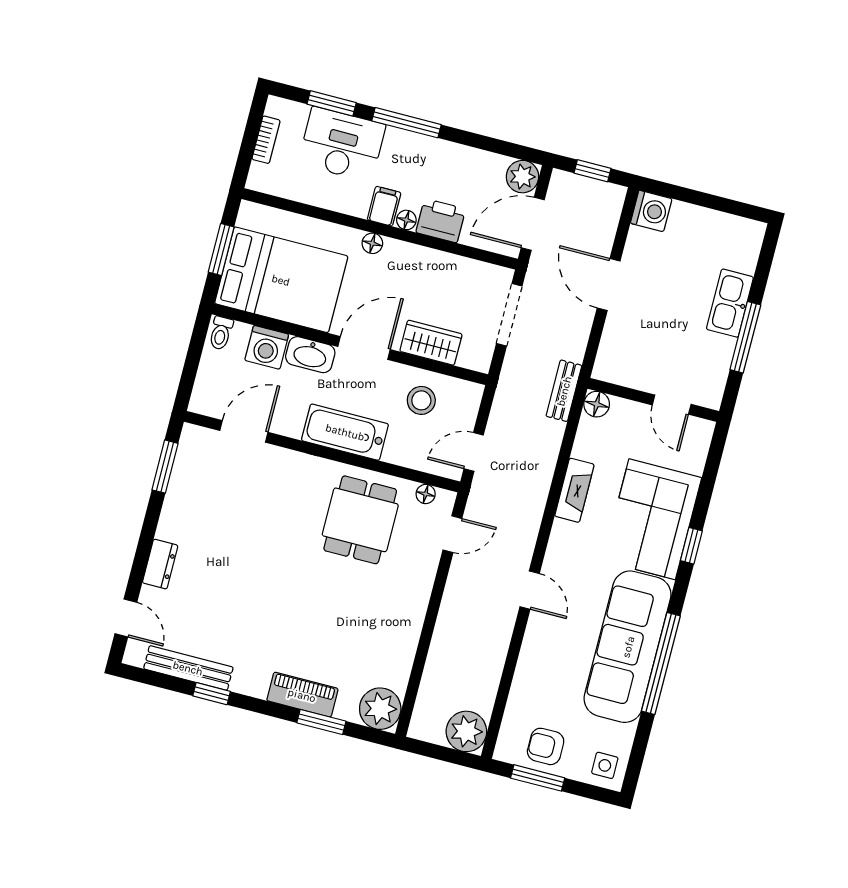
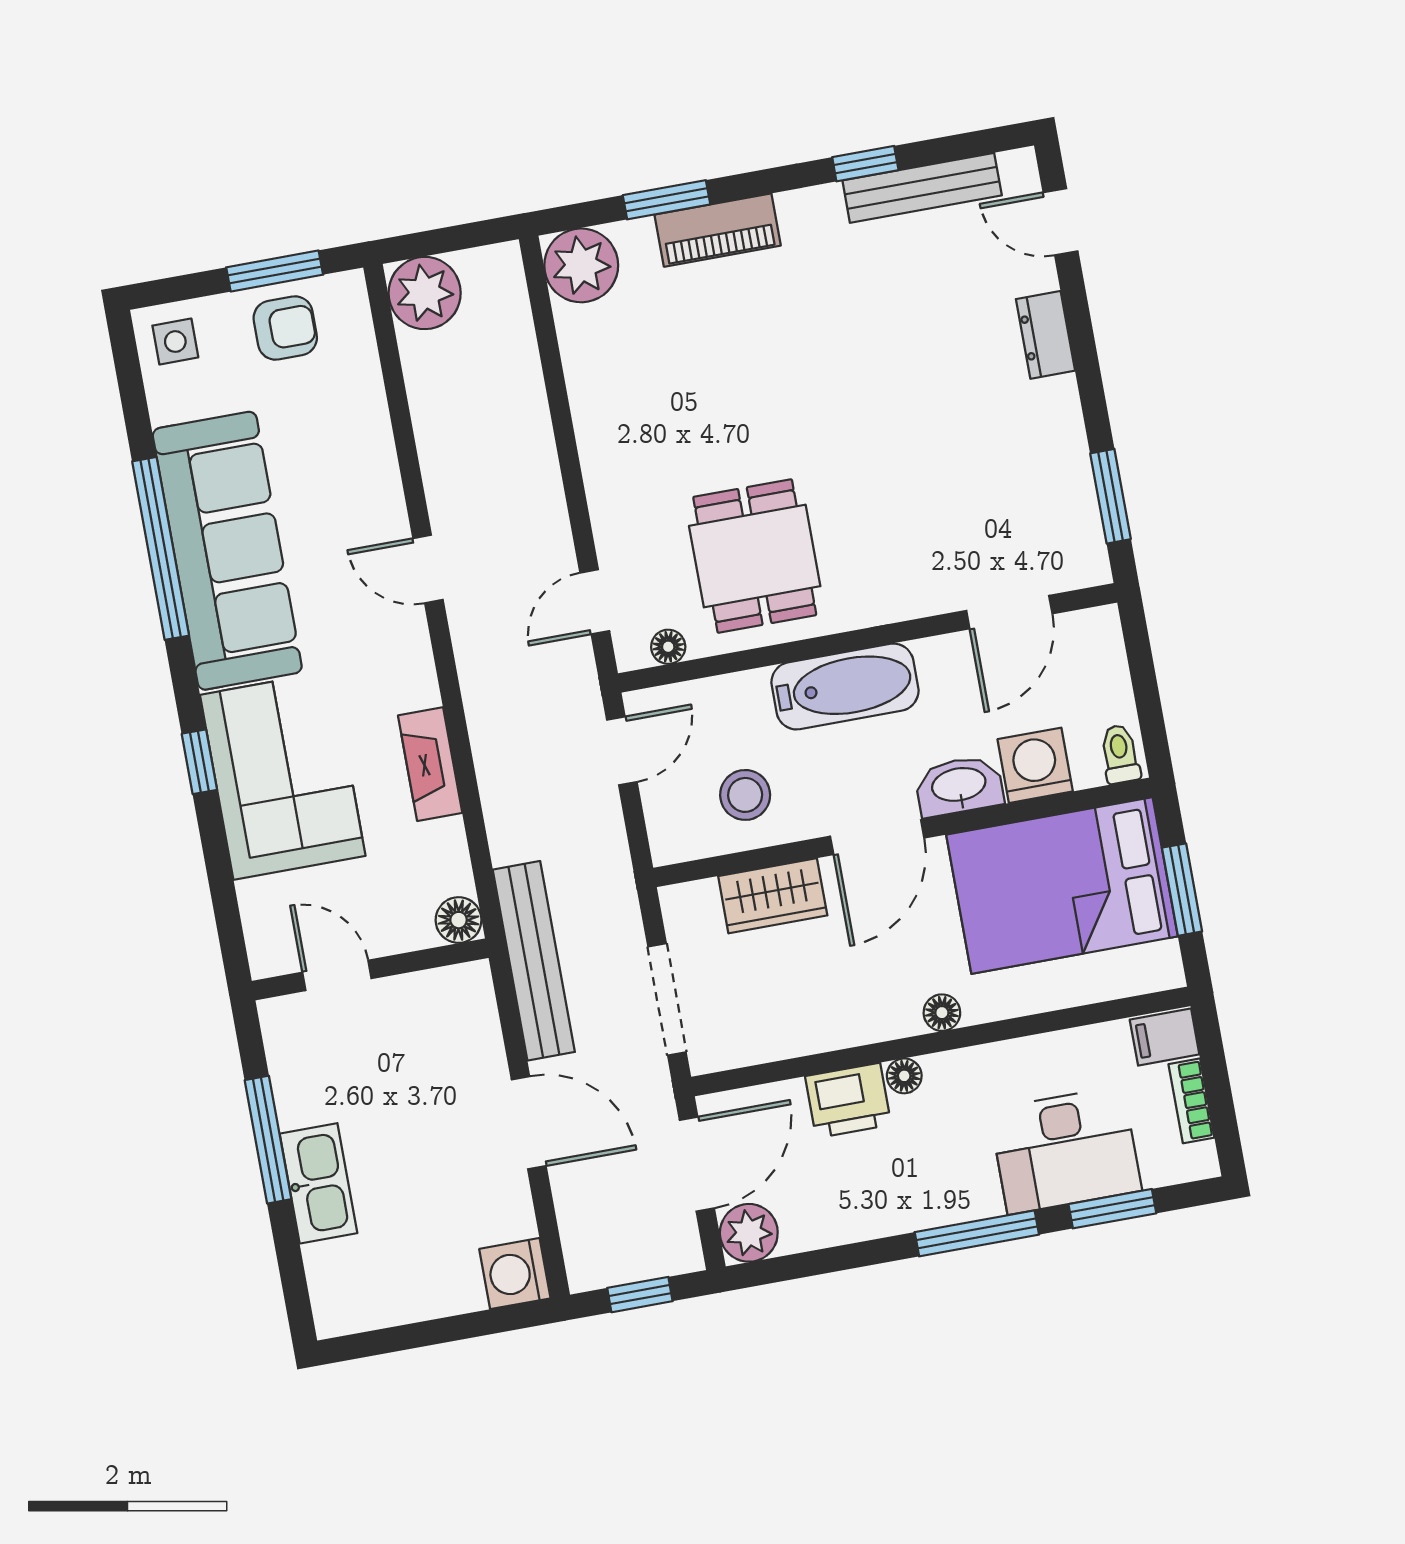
filing cabinet: (384, 206) -> (1165, 1037), moved, turned 90
bench: (564, 391) -> (534, 961), width x1.86, depth x1.21

